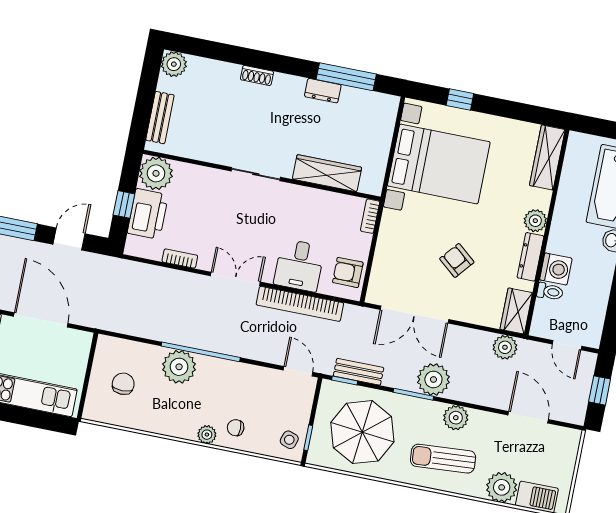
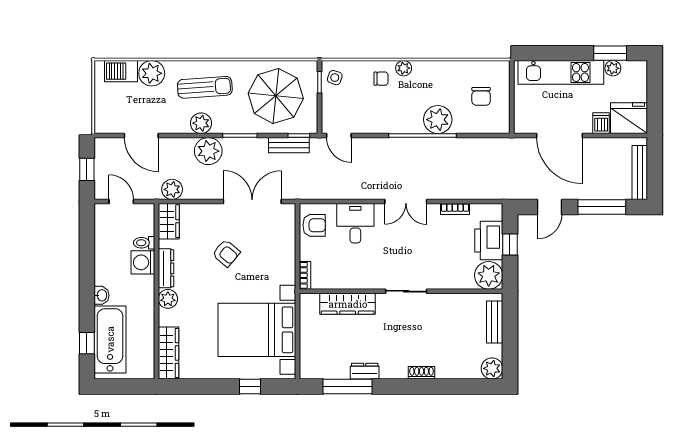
bookcase: (300, 304) -> (348, 191), removed
plant: (433, 379) -> (208, 151), moved

